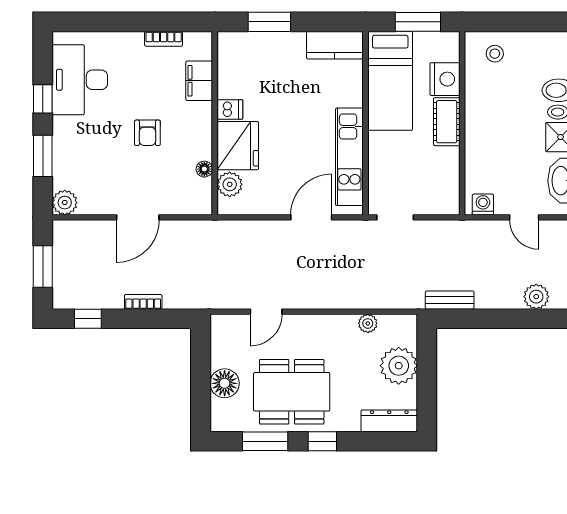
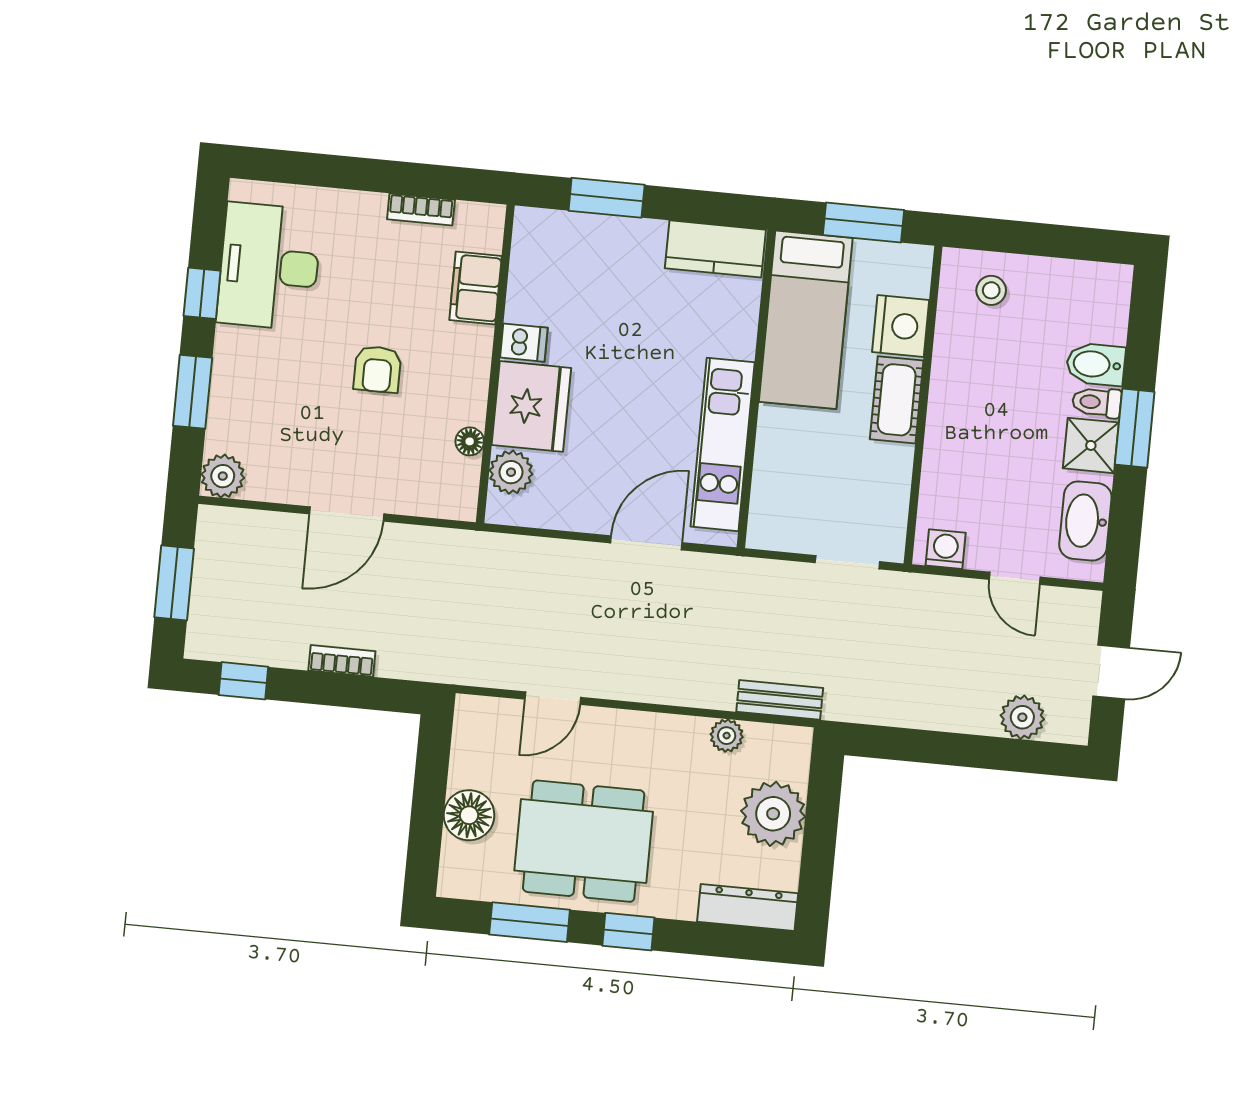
doorway: (395, 217) -> (848, 562), moved
bench: (450, 300) -> (780, 700), moved

